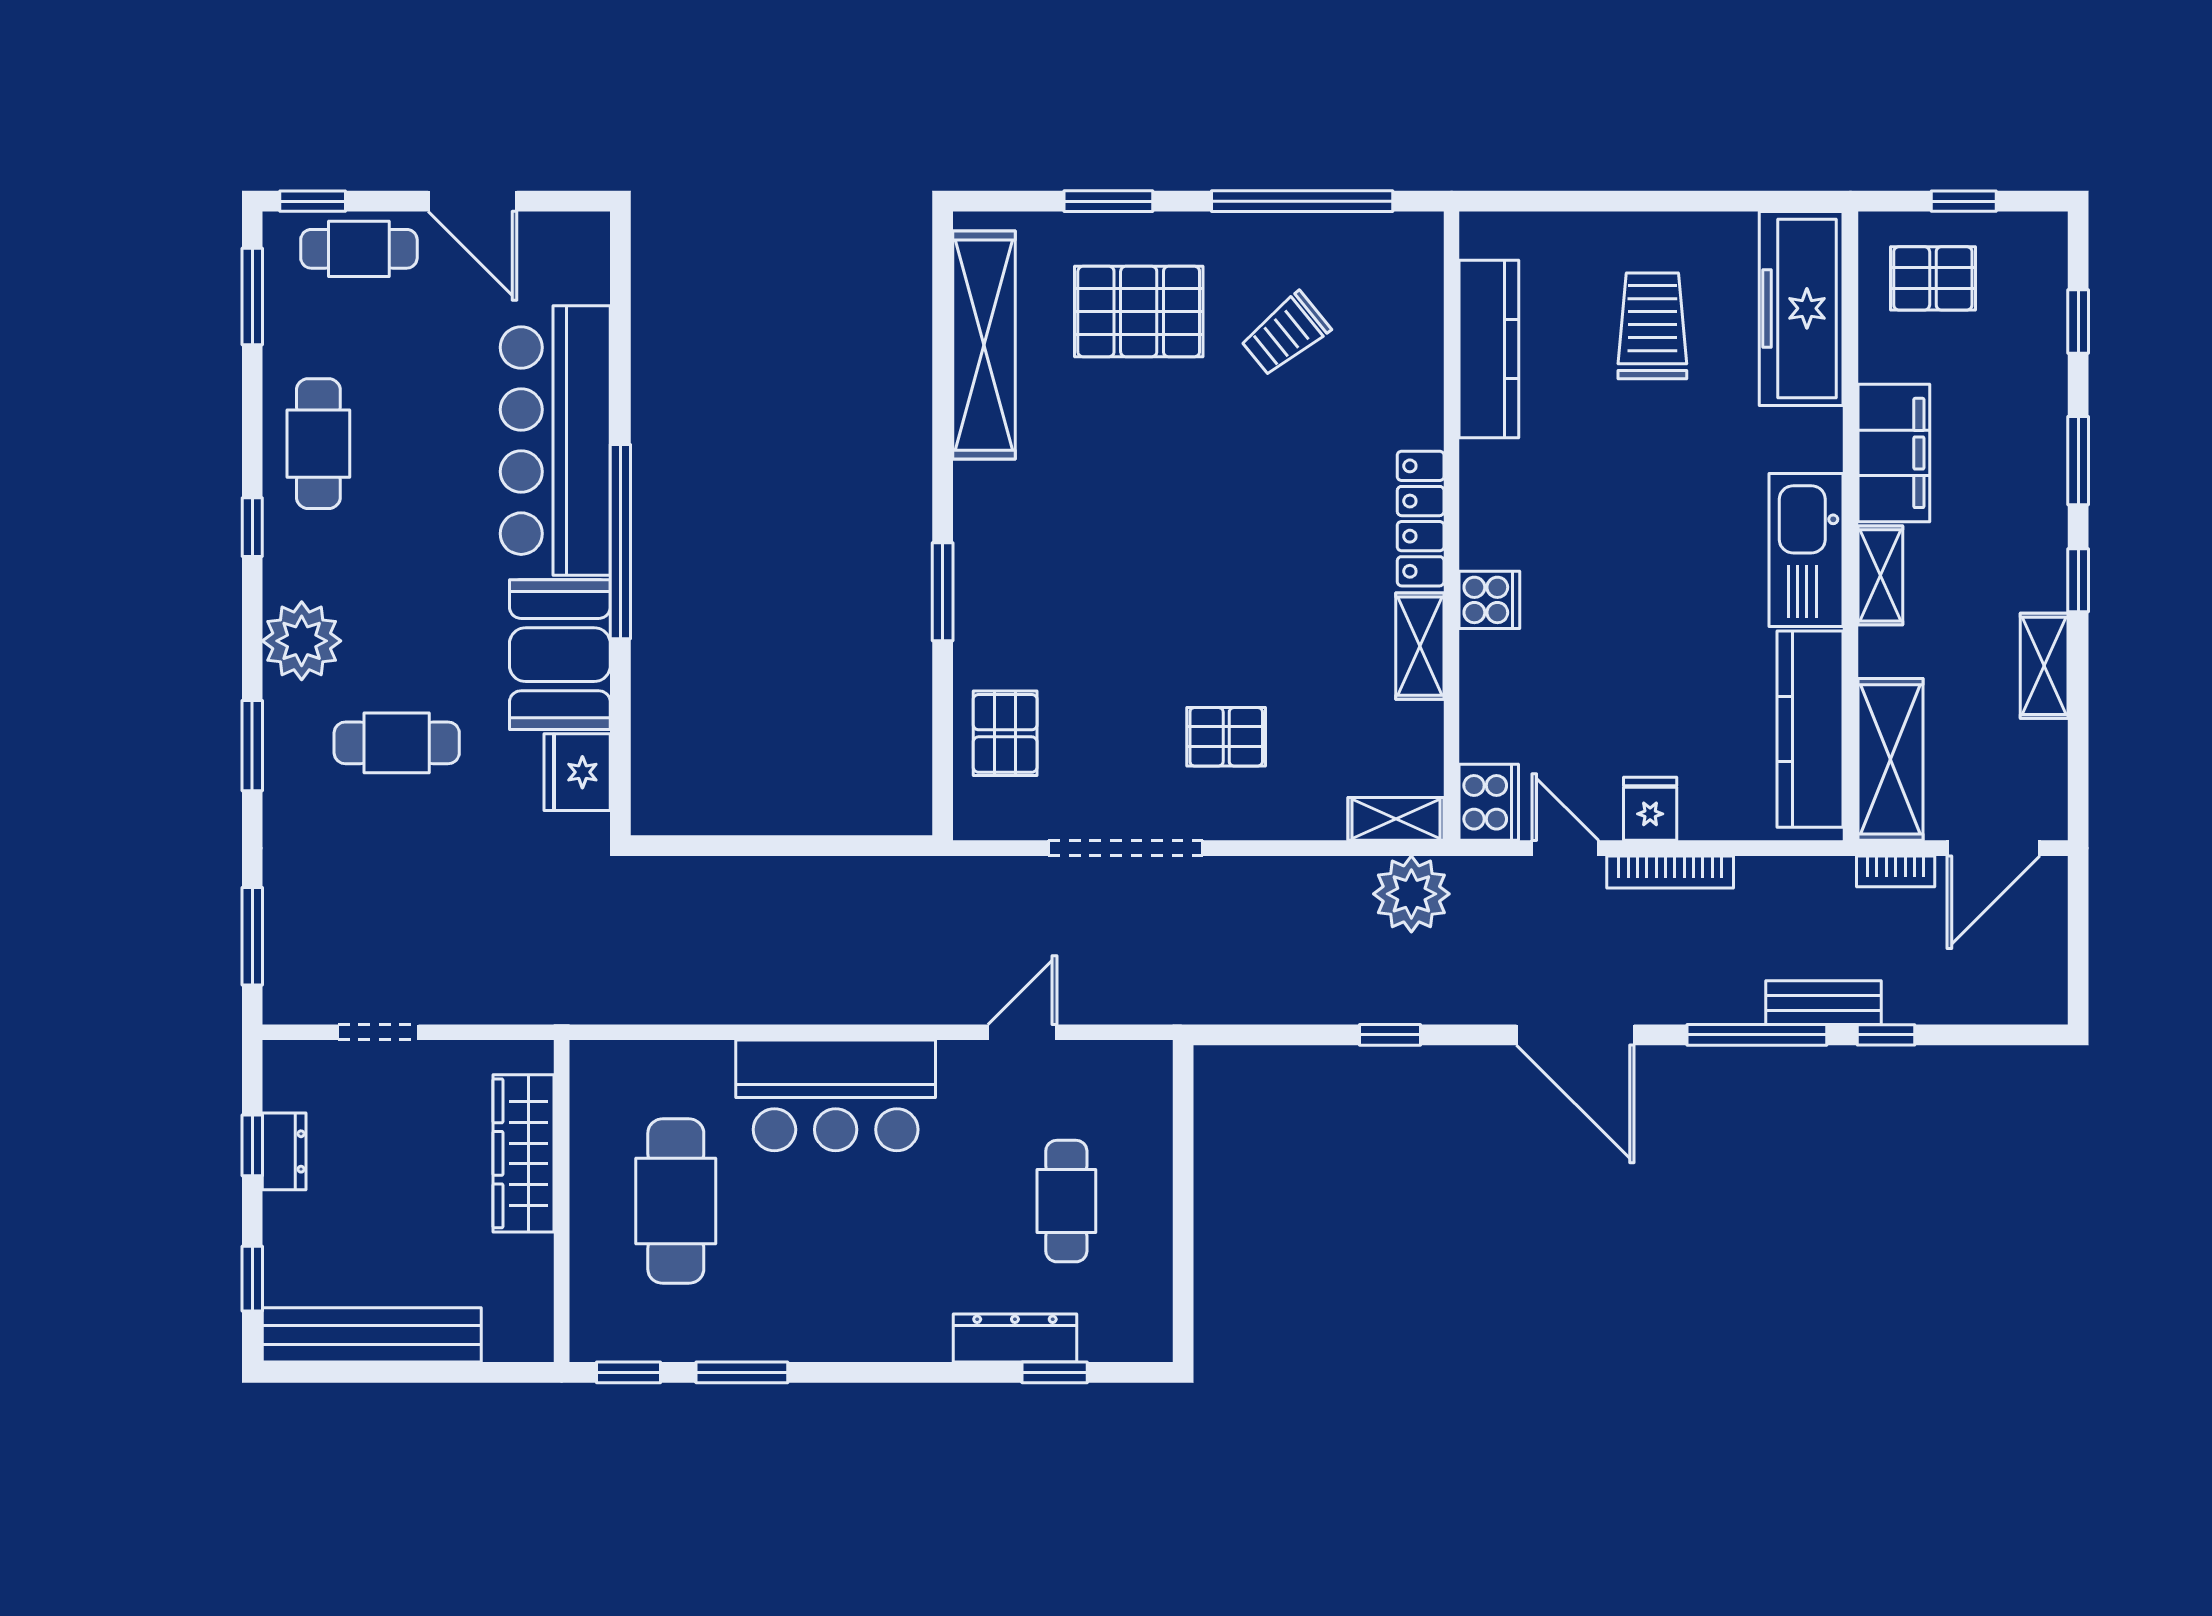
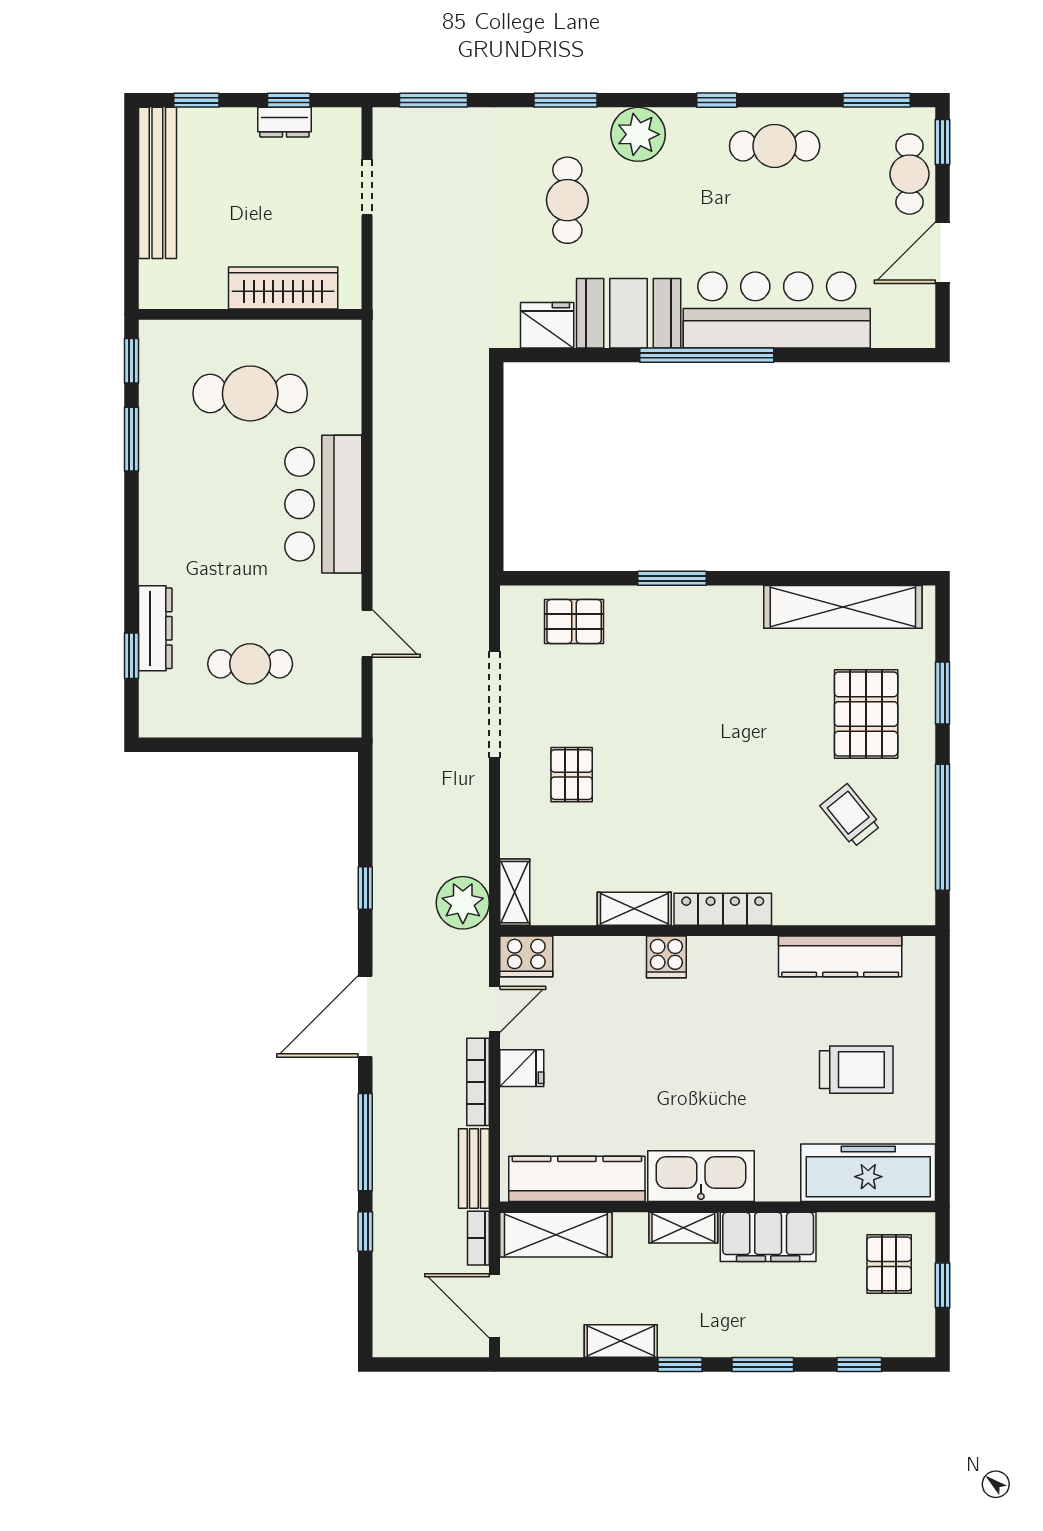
bench: (1823, 1003) -> (474, 1168), moved

